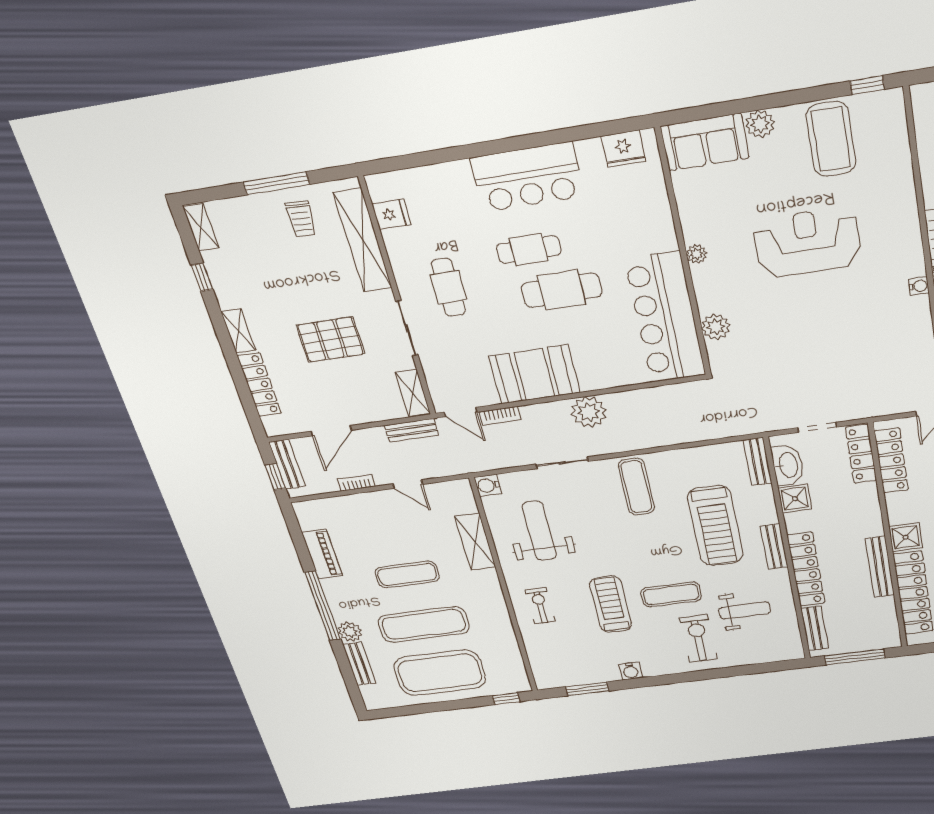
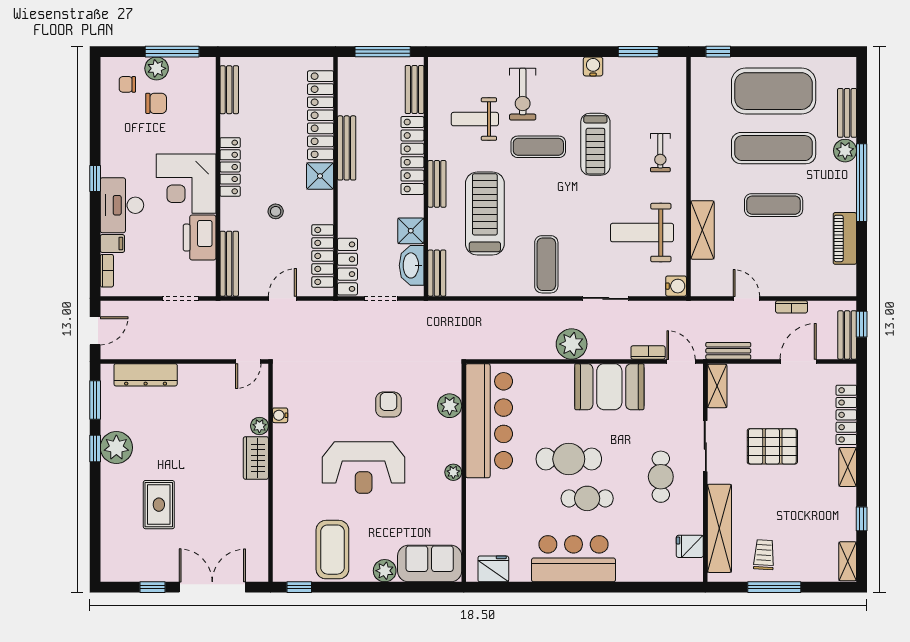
armchair: (789, 317) -> (388, 405), added
weight bench: (539, 531) -> (642, 233), turned 90

